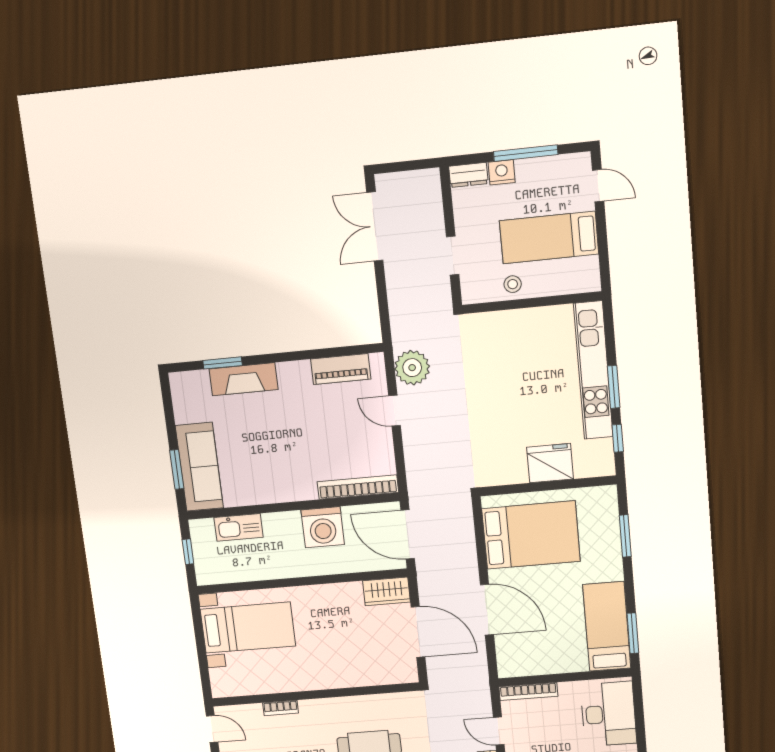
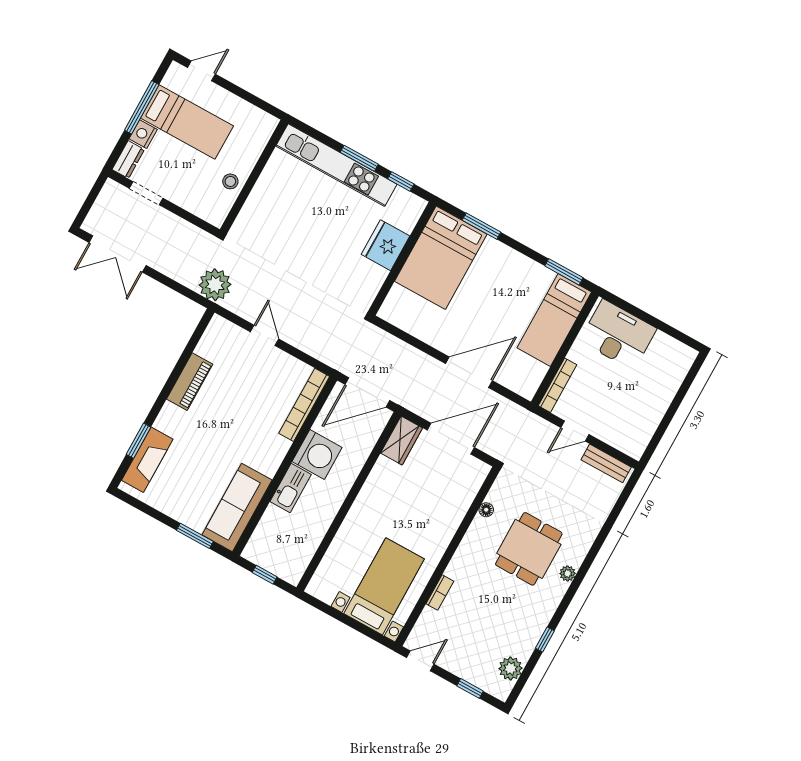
bed: (549, 237) -> (187, 122), moved, turned -90
doorway: (453, 256) -> (146, 193), moved
plant: (412, 368) -> (215, 285), moved
piano: (341, 369) -> (190, 382), moved
fireplace: (244, 379) -> (147, 460), moved
door: (394, 411) -> (265, 335), swing flipped
sofa: (199, 467) -> (237, 507), moved, turned -90
kitchen sink: (239, 527) -> (291, 488), moved
bed: (531, 535) -> (441, 258), moved, turned 180
bed: (607, 626) -> (554, 320), moved, turned -90
bed with nightstands: (248, 628) -> (384, 586), moved
floor lamp: (378, 701) -> (486, 510), added

